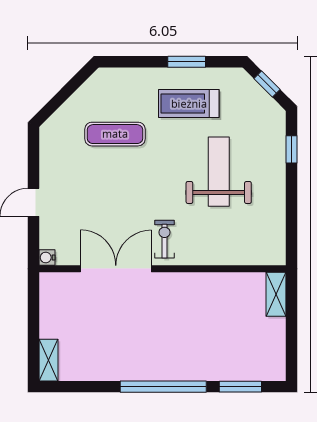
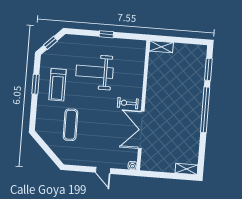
window: (292, 149) -> (106, 34), moved

